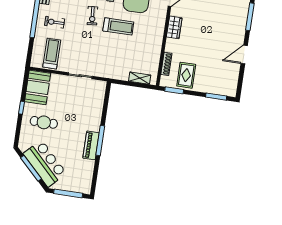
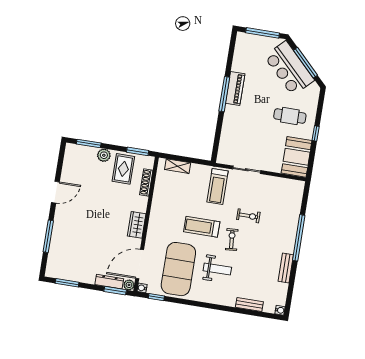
exercise bike: (55, 22) -> (248, 216), moved
treadmill: (52, 54) -> (217, 186), moved
plant: (203, 87) -> (104, 155), added

